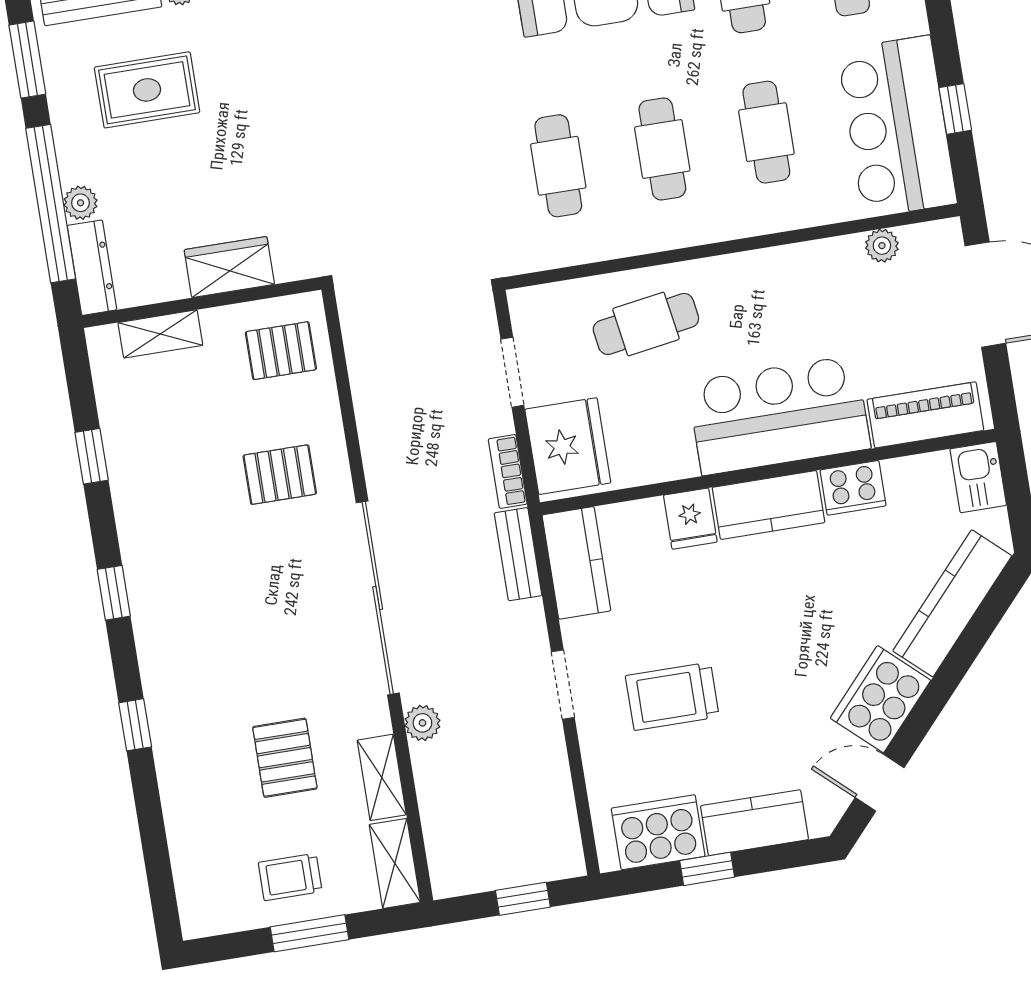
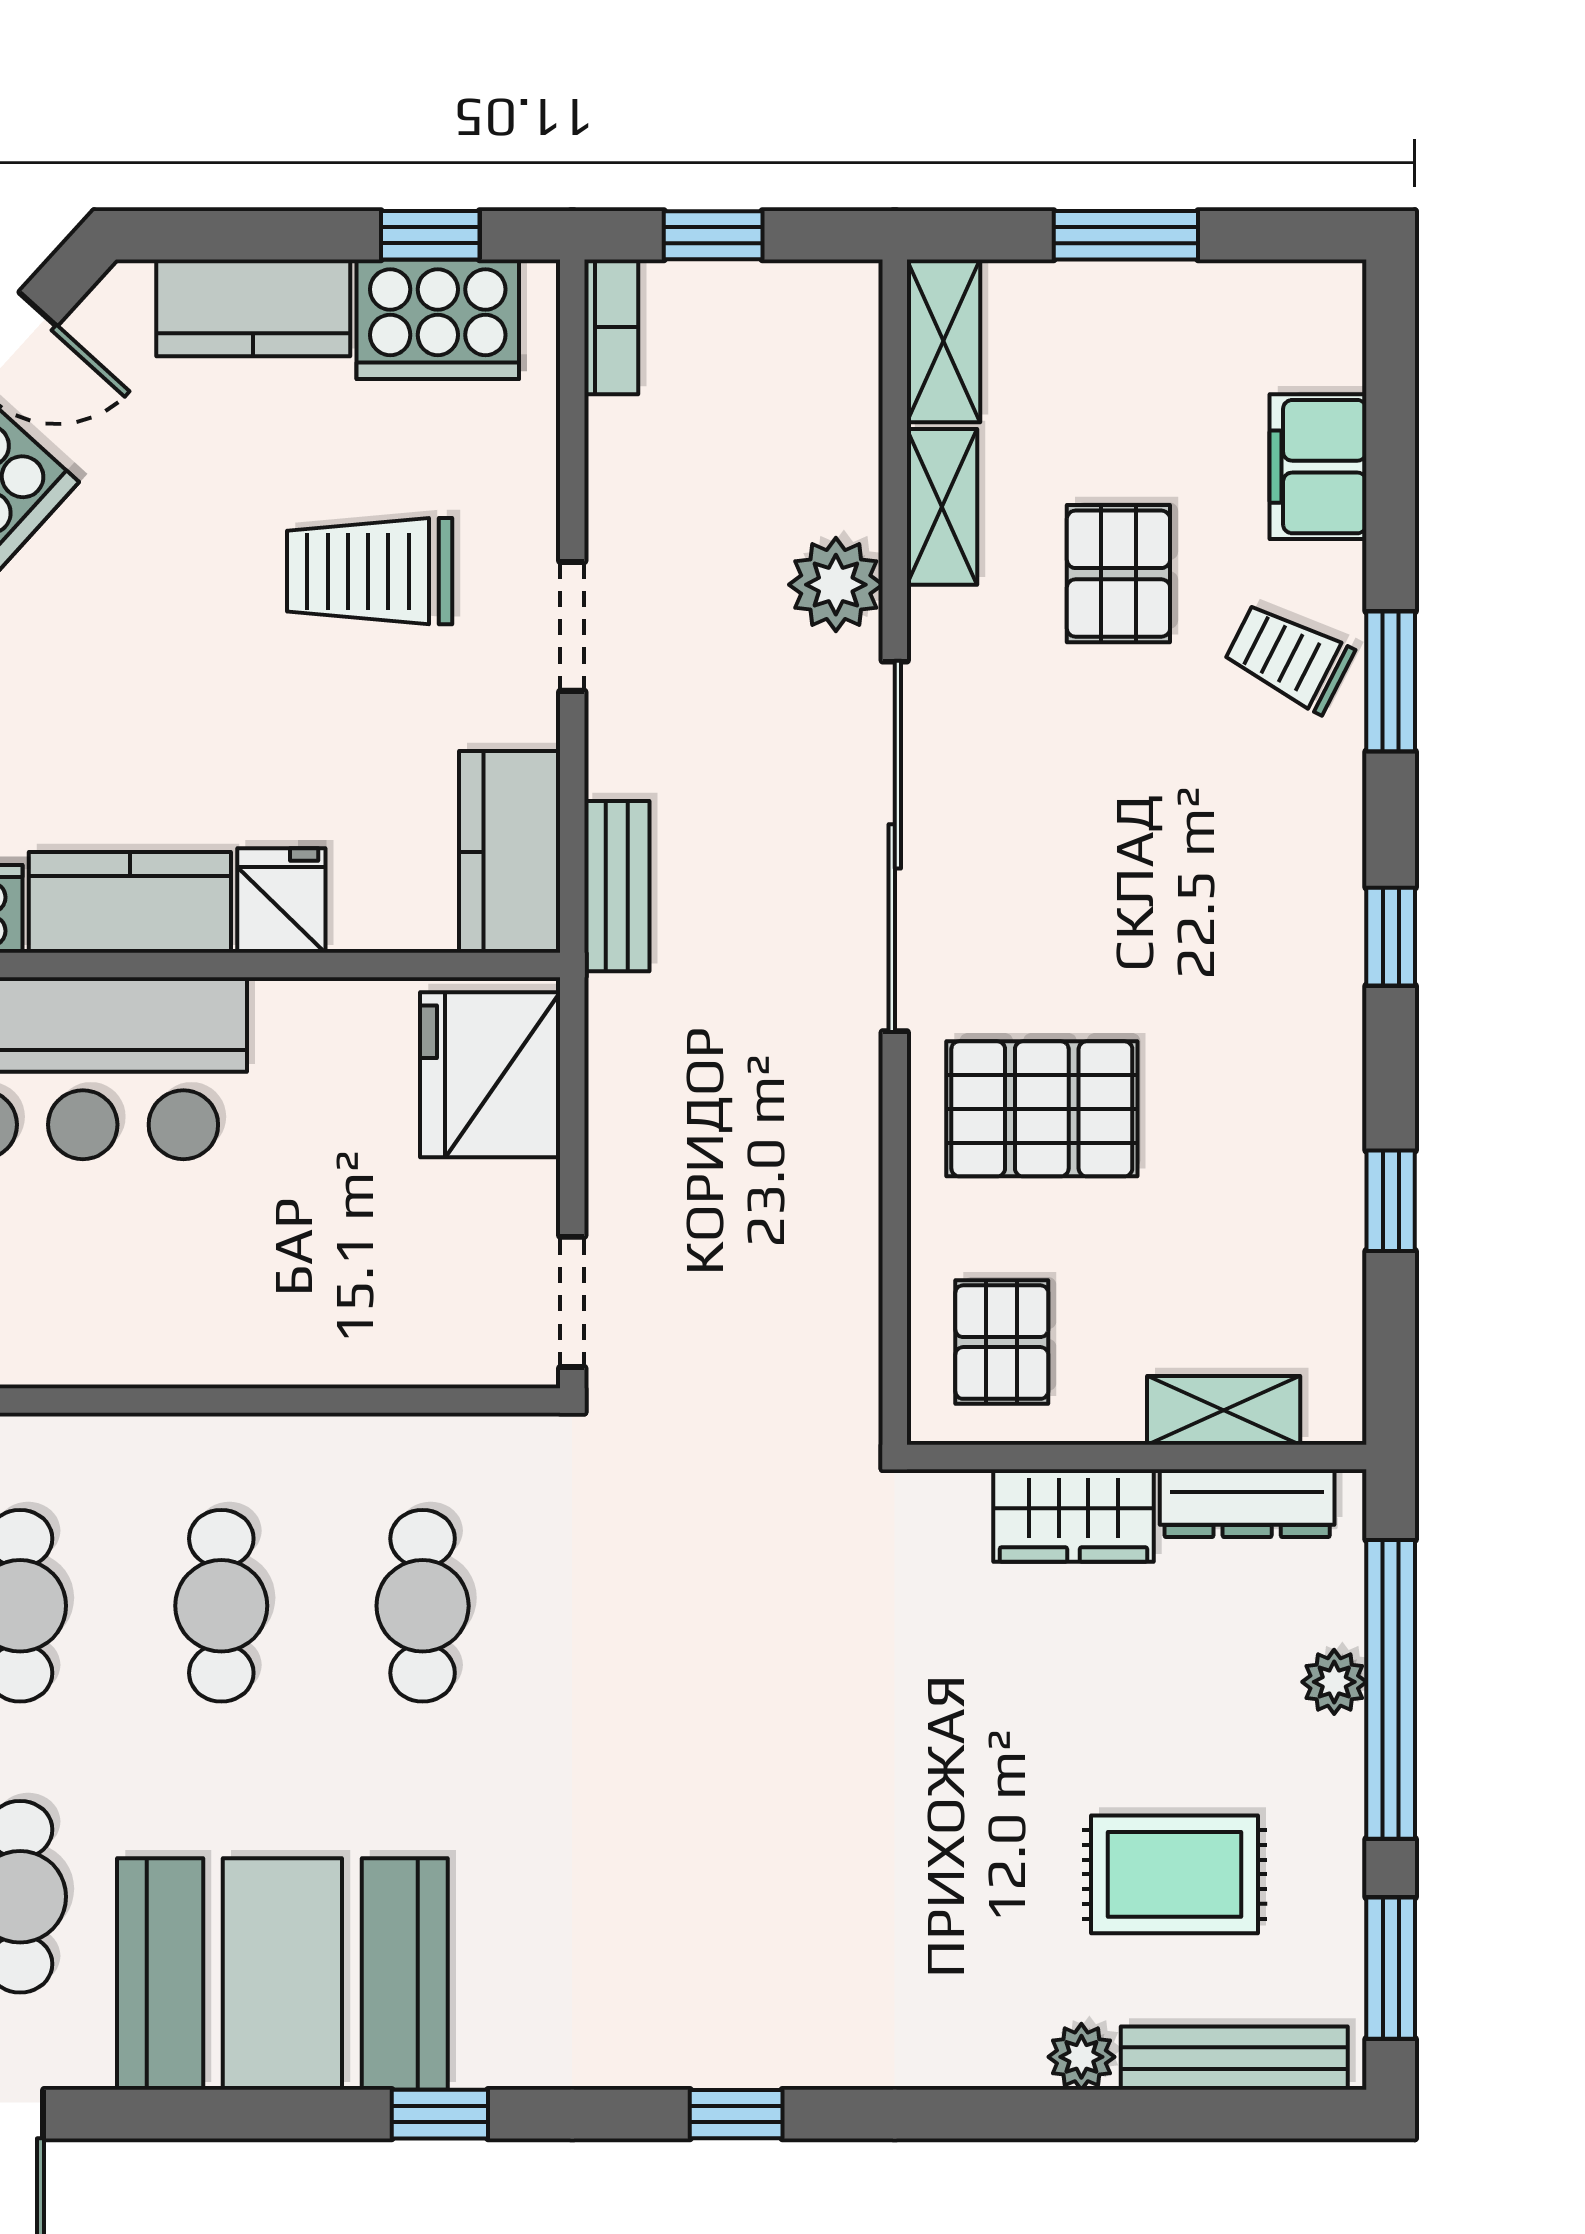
dresser: (92, 268) -> (1247, 1503), moved, turned -90
cafe table: (646, 324) -> (306, 1281), removed
pallet: (281, 351) -> (1002, 1342), turned 90
doorway: (512, 372) -> (572, 1302), moved
bookcase: (508, 471) -> (611, 327), moved
pallet: (280, 475) -> (1042, 1109), width x1.50, depth x1.42
trolley: (672, 696) -> (370, 571), turned 180
plant: (422, 723) -> (836, 585), width x1.38, depth x1.38
window: (135, 725) -> (1391, 681), width x1.50
filing cabinet: (191, 830) -> (1318, 467), added
window: (707, 869) -> (430, 235), moved
trolley: (290, 877) -> (1289, 657), moved, turned -153

